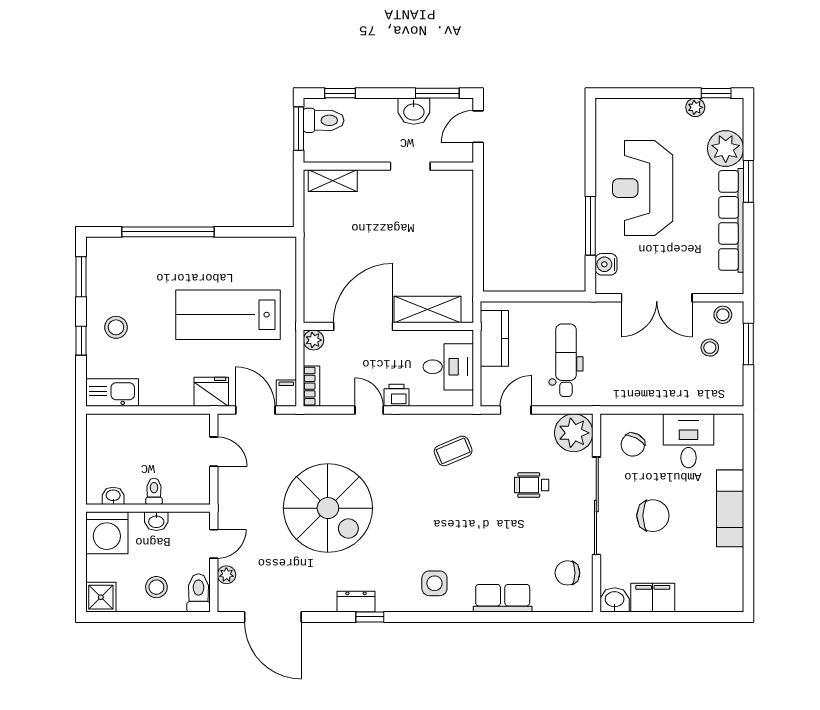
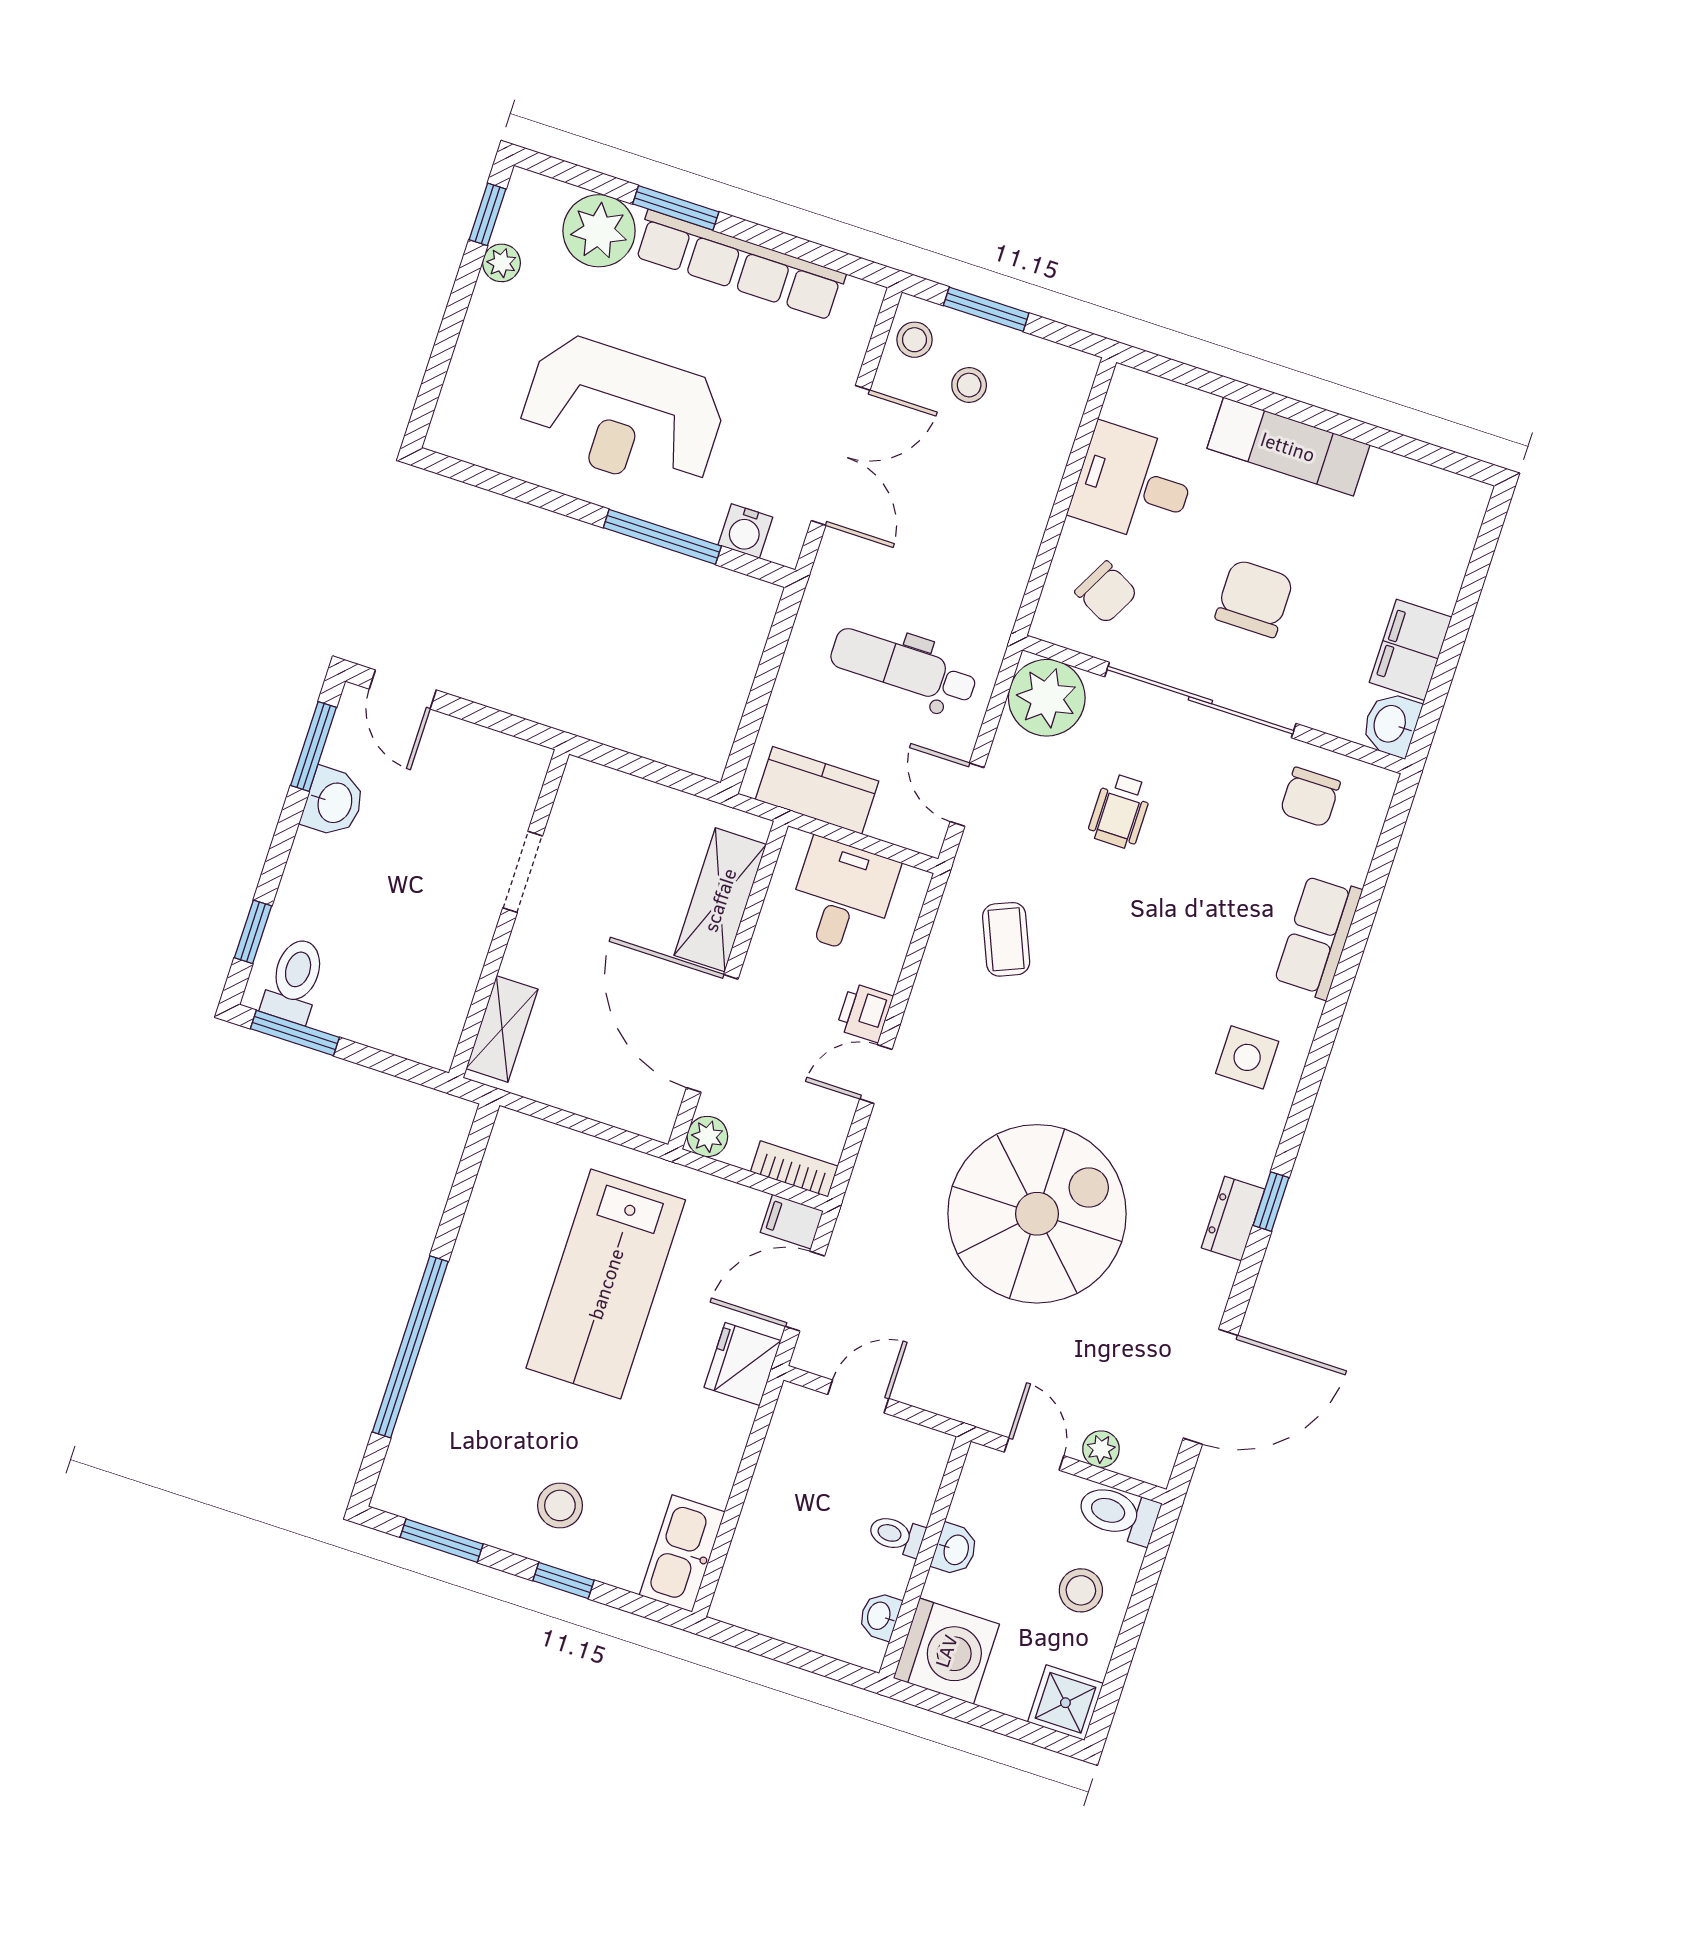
wall: (388, 166) -> (509, 914), moved
doorway: (410, 166) -> (523, 872), moved
shelving: (333, 181) -> (502, 1029), moved

